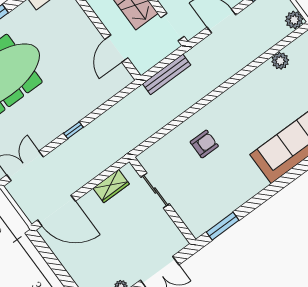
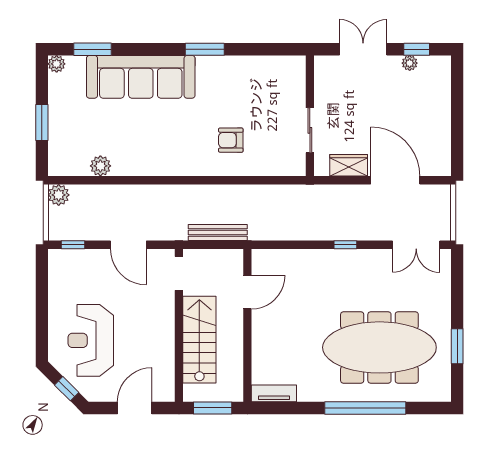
door: (56, 211) -> (395, 180), moved
window: (223, 226) -> (205, 49), moved

